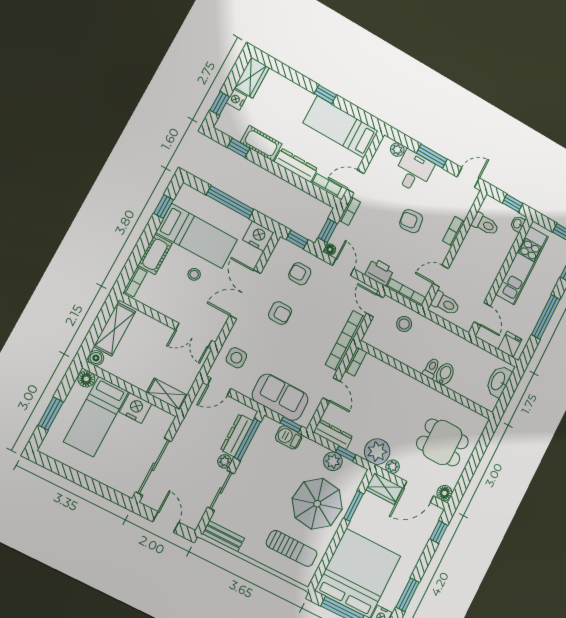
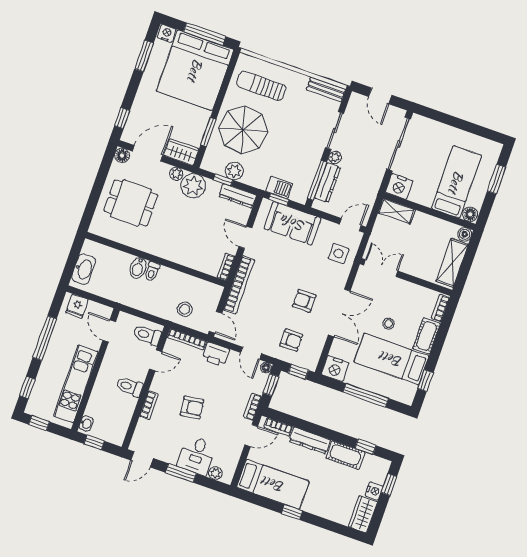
toilet: (485, 224) -> (129, 387), moved
nightstand: (136, 408) -> (399, 186), moved

